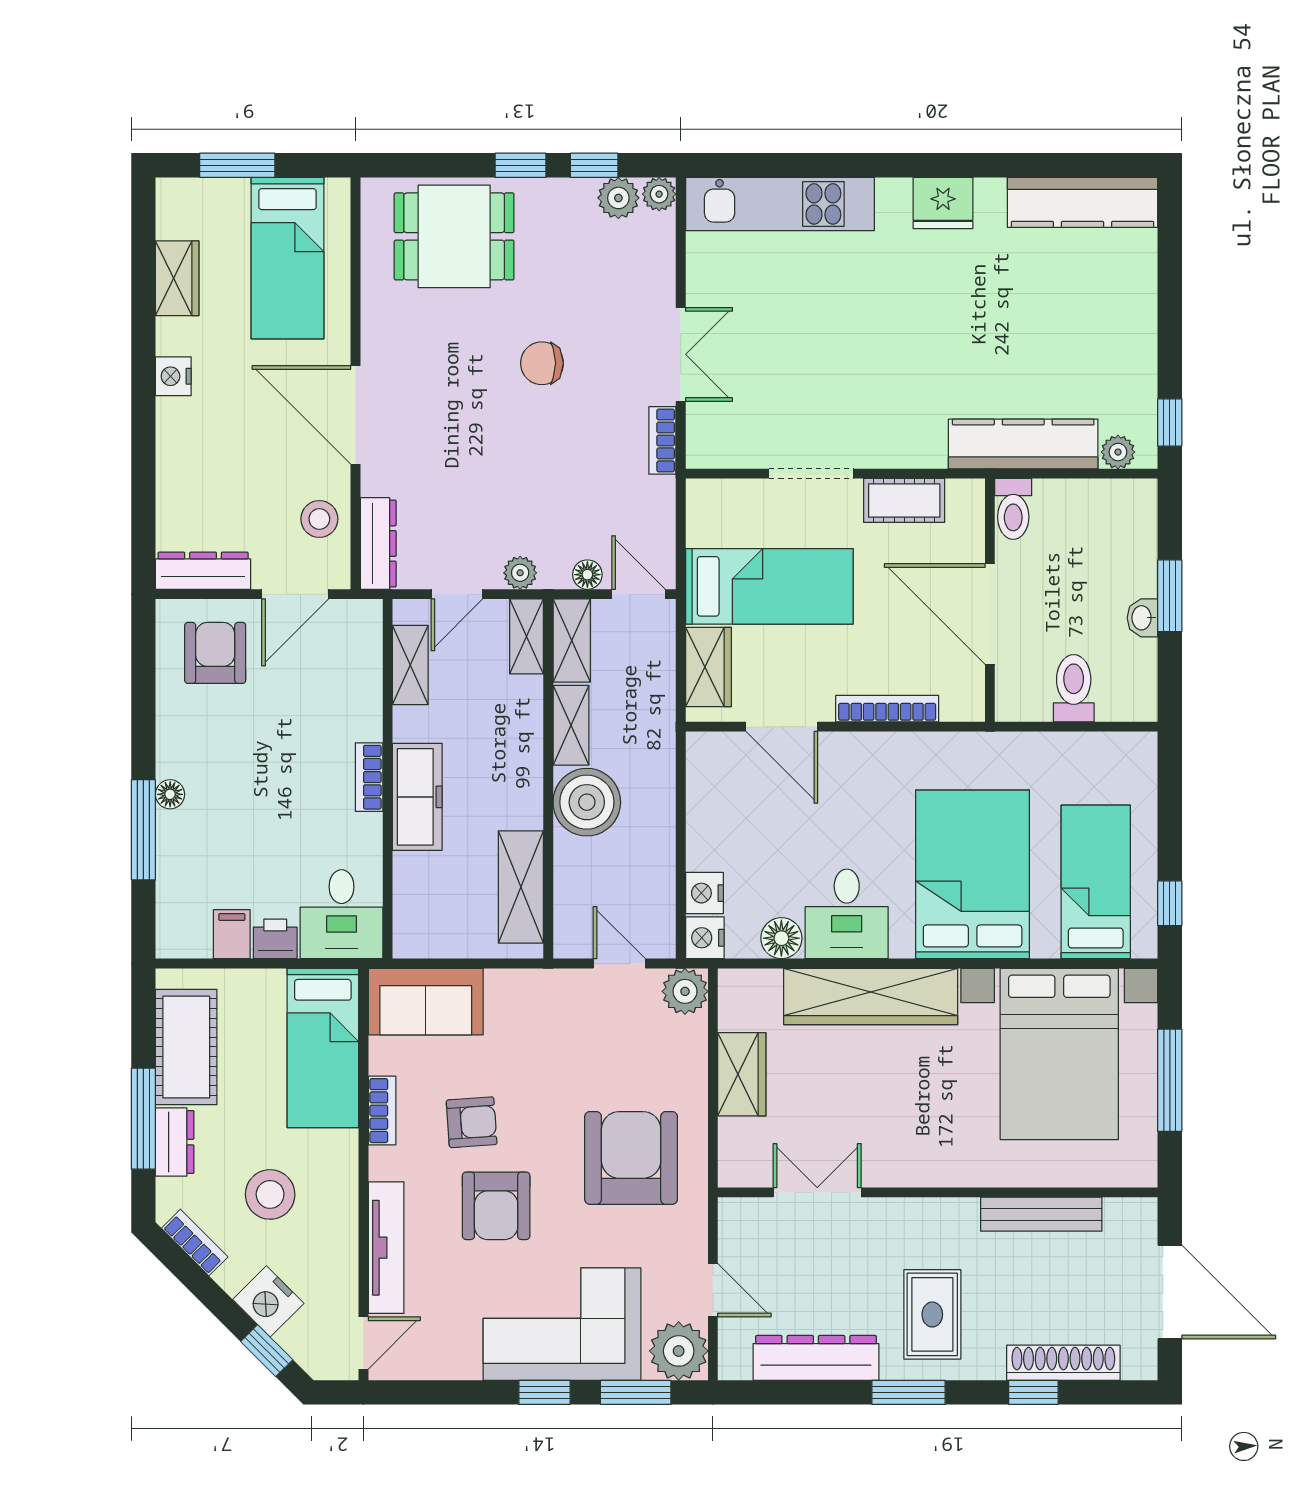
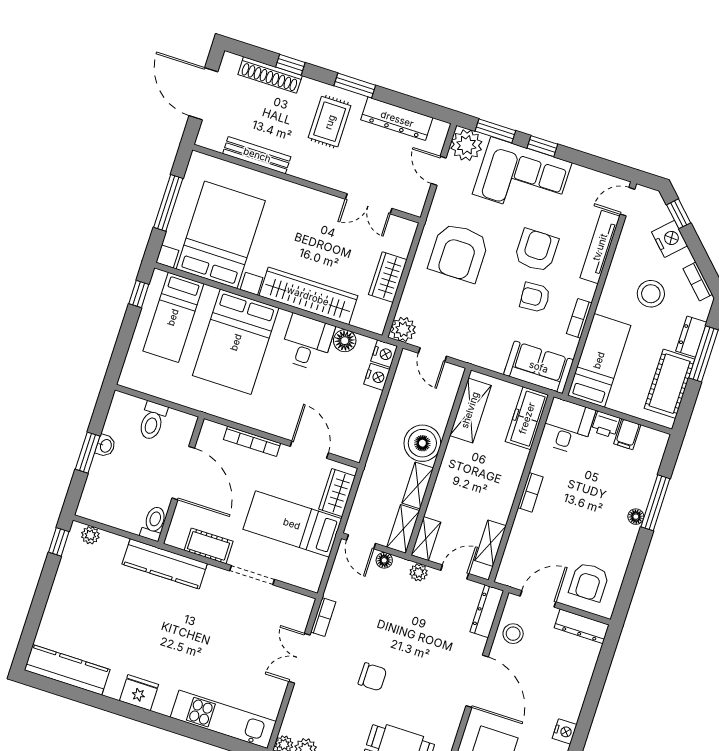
kitchen counter: (1023, 444) -> (165, 564), moved
freezer: (417, 797) -> (527, 418), moved

